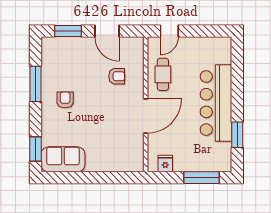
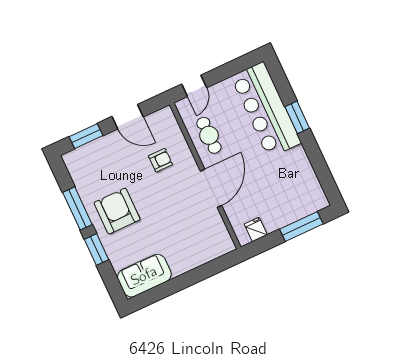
armchair: (65, 100) -> (117, 211), width x1.88, depth x1.88
bar counter: (216, 103) -> (266, 110), moved
window: (237, 135) -> (297, 117), moved
window: (35, 149) -> (97, 250), moved

